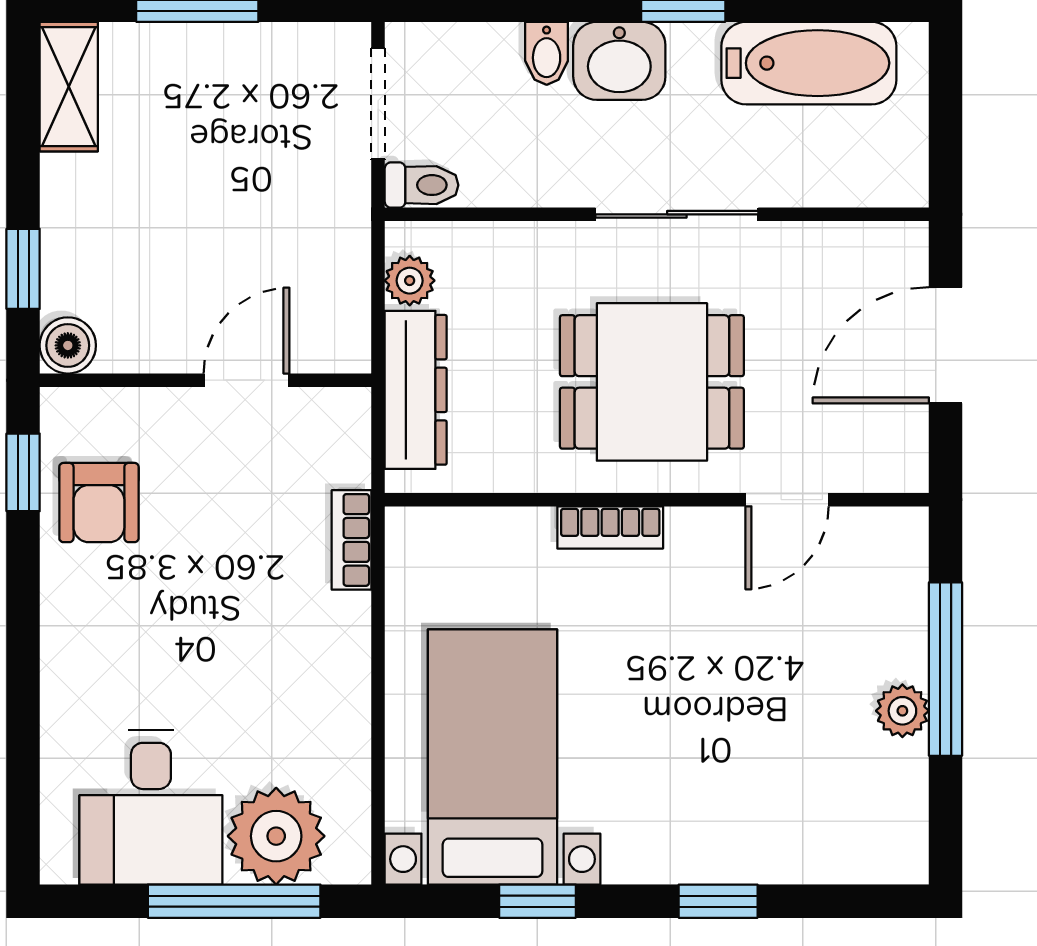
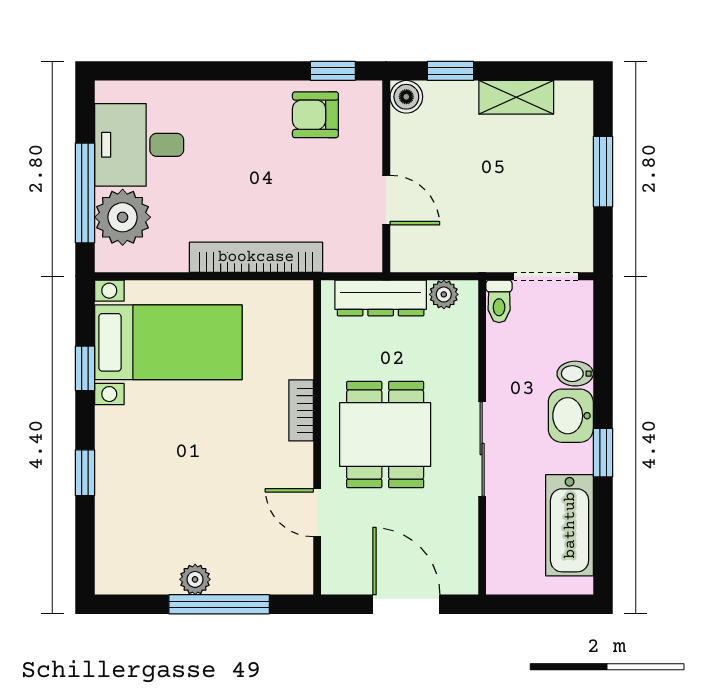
shelving: (69, 87) -> (516, 97), moved
bookcase: (352, 540) -> (256, 257), width x2.31, depth x1.31

